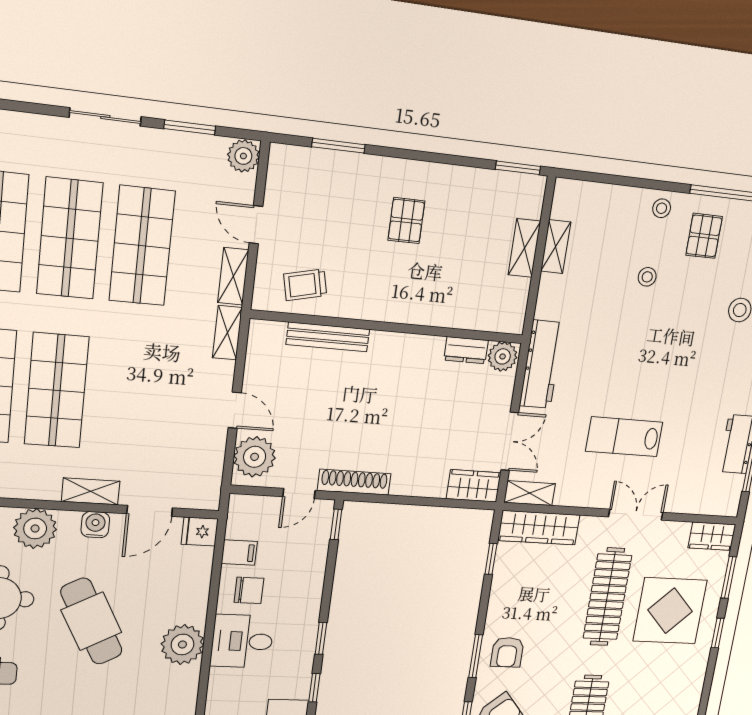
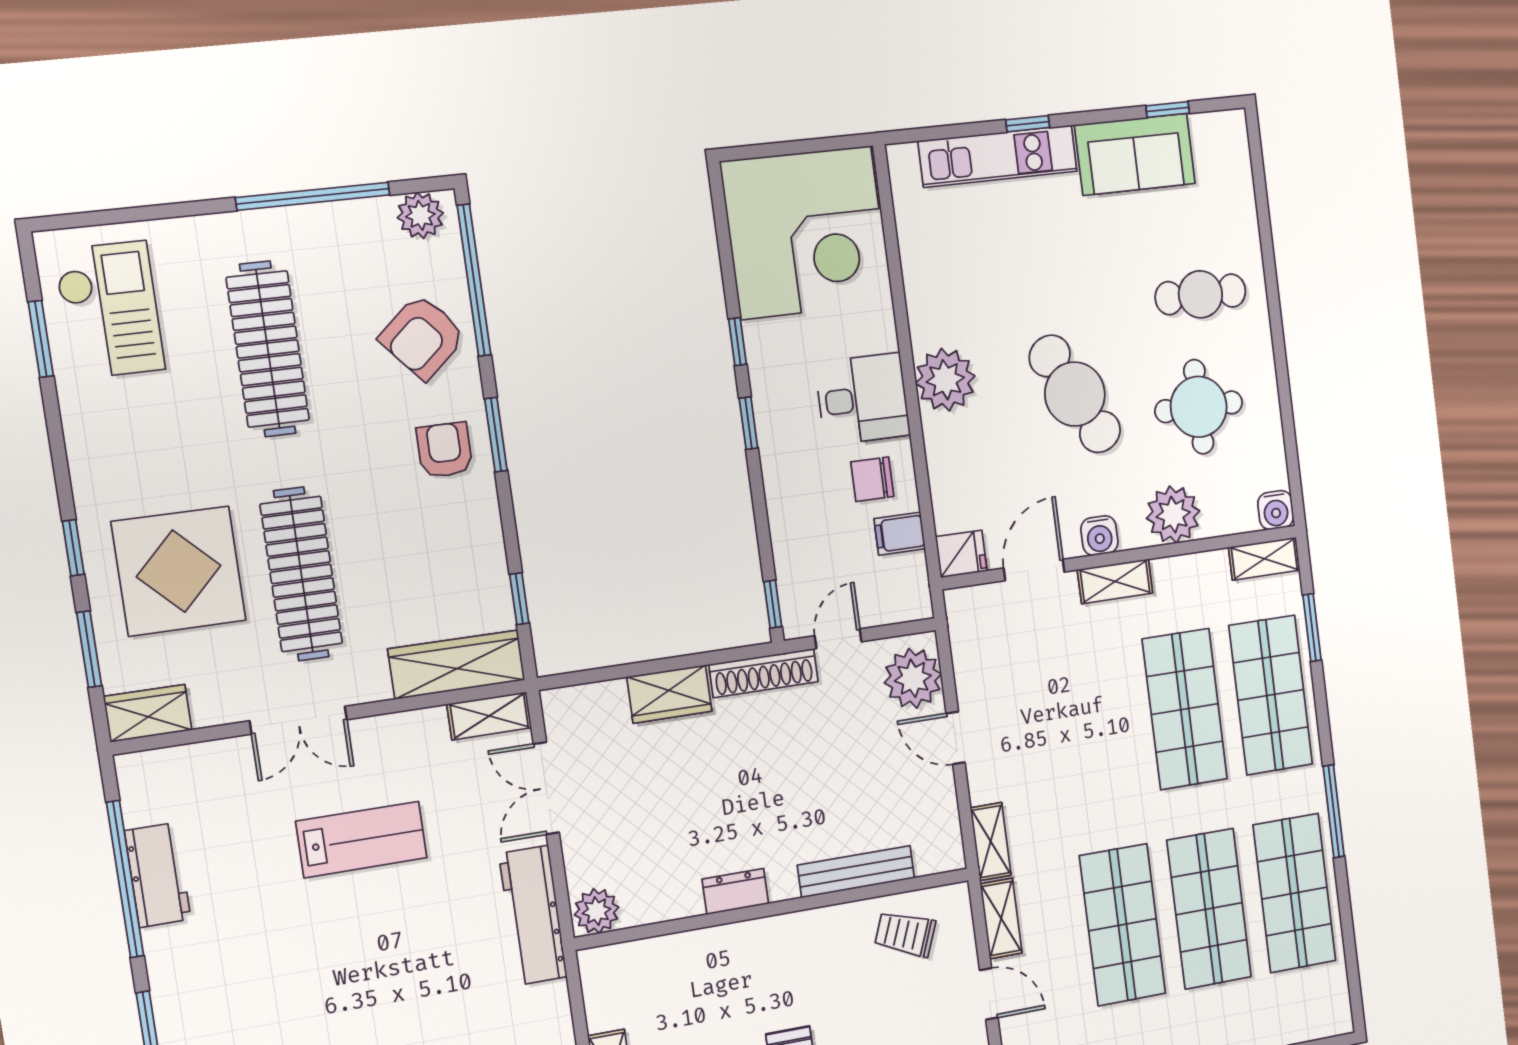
trolley: (305, 285) -> (905, 934), turned -146
dresser: (466, 350) -> (735, 891), moved
wardrobe: (474, 486) -> (669, 694), moved

